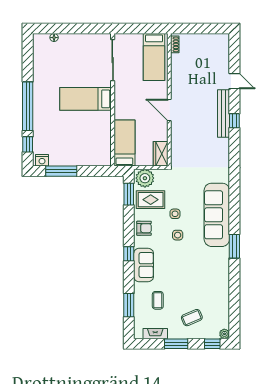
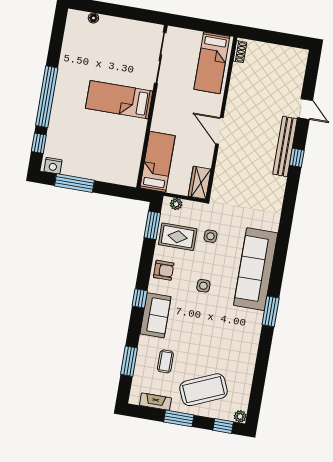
plant: (145, 178) -> (176, 204), width x0.53, depth x0.53
side table: (175, 214) -> (211, 236), moved
coffee table: (192, 318) -> (204, 390), width x1.86, depth x1.72

